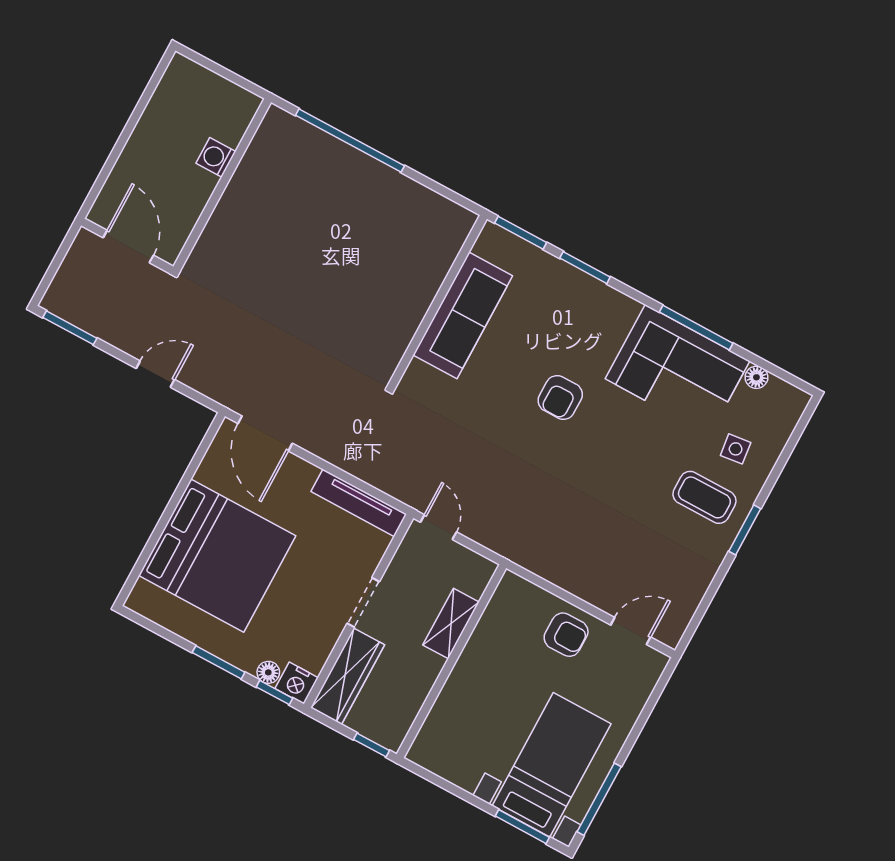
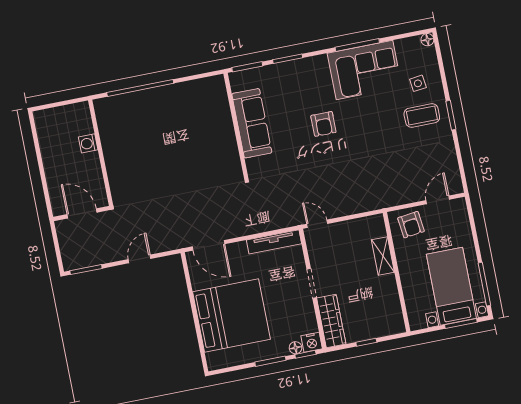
floor lamp: (756, 377) -> (427, 40), moved
shelving: (451, 624) -> (383, 256), moved
armchair: (566, 635) -> (411, 225), turned 83
wall: (451, 661) -> (397, 272), moved

